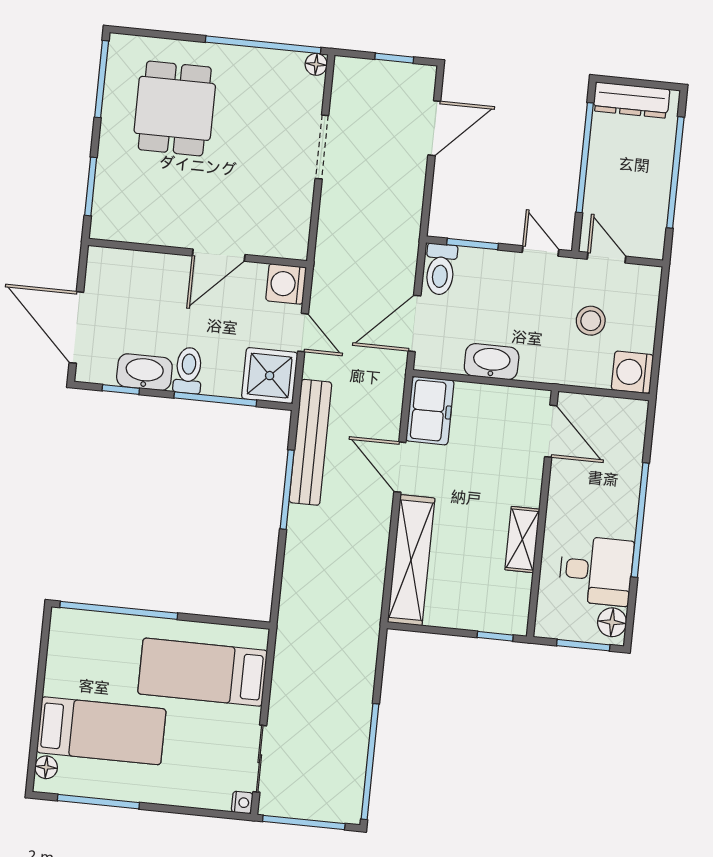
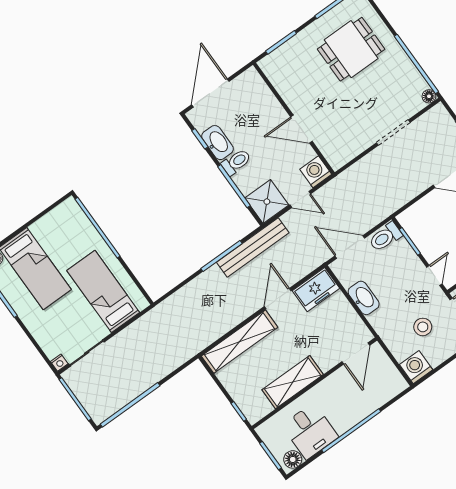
door: (303, 333) -> (300, 199), hinge flipped
shelving: (522, 539) -> (293, 382), width x1.50, depth x1.33

